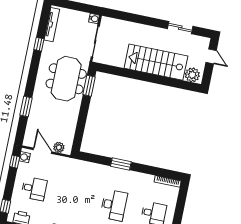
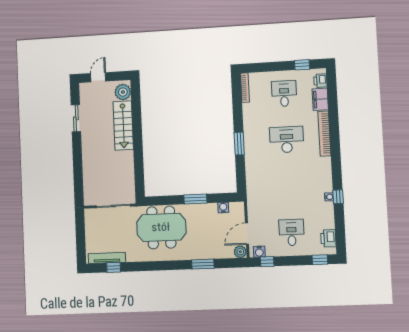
water cooler: (94, 19) -> (223, 208), moved
window: (39, 44) -> (114, 267), moved
stairs: (156, 62) -> (123, 125), width x0.73, depth x0.66
window: (89, 86) -> (195, 199), moved
plant: (59, 147) -> (240, 252), moved

